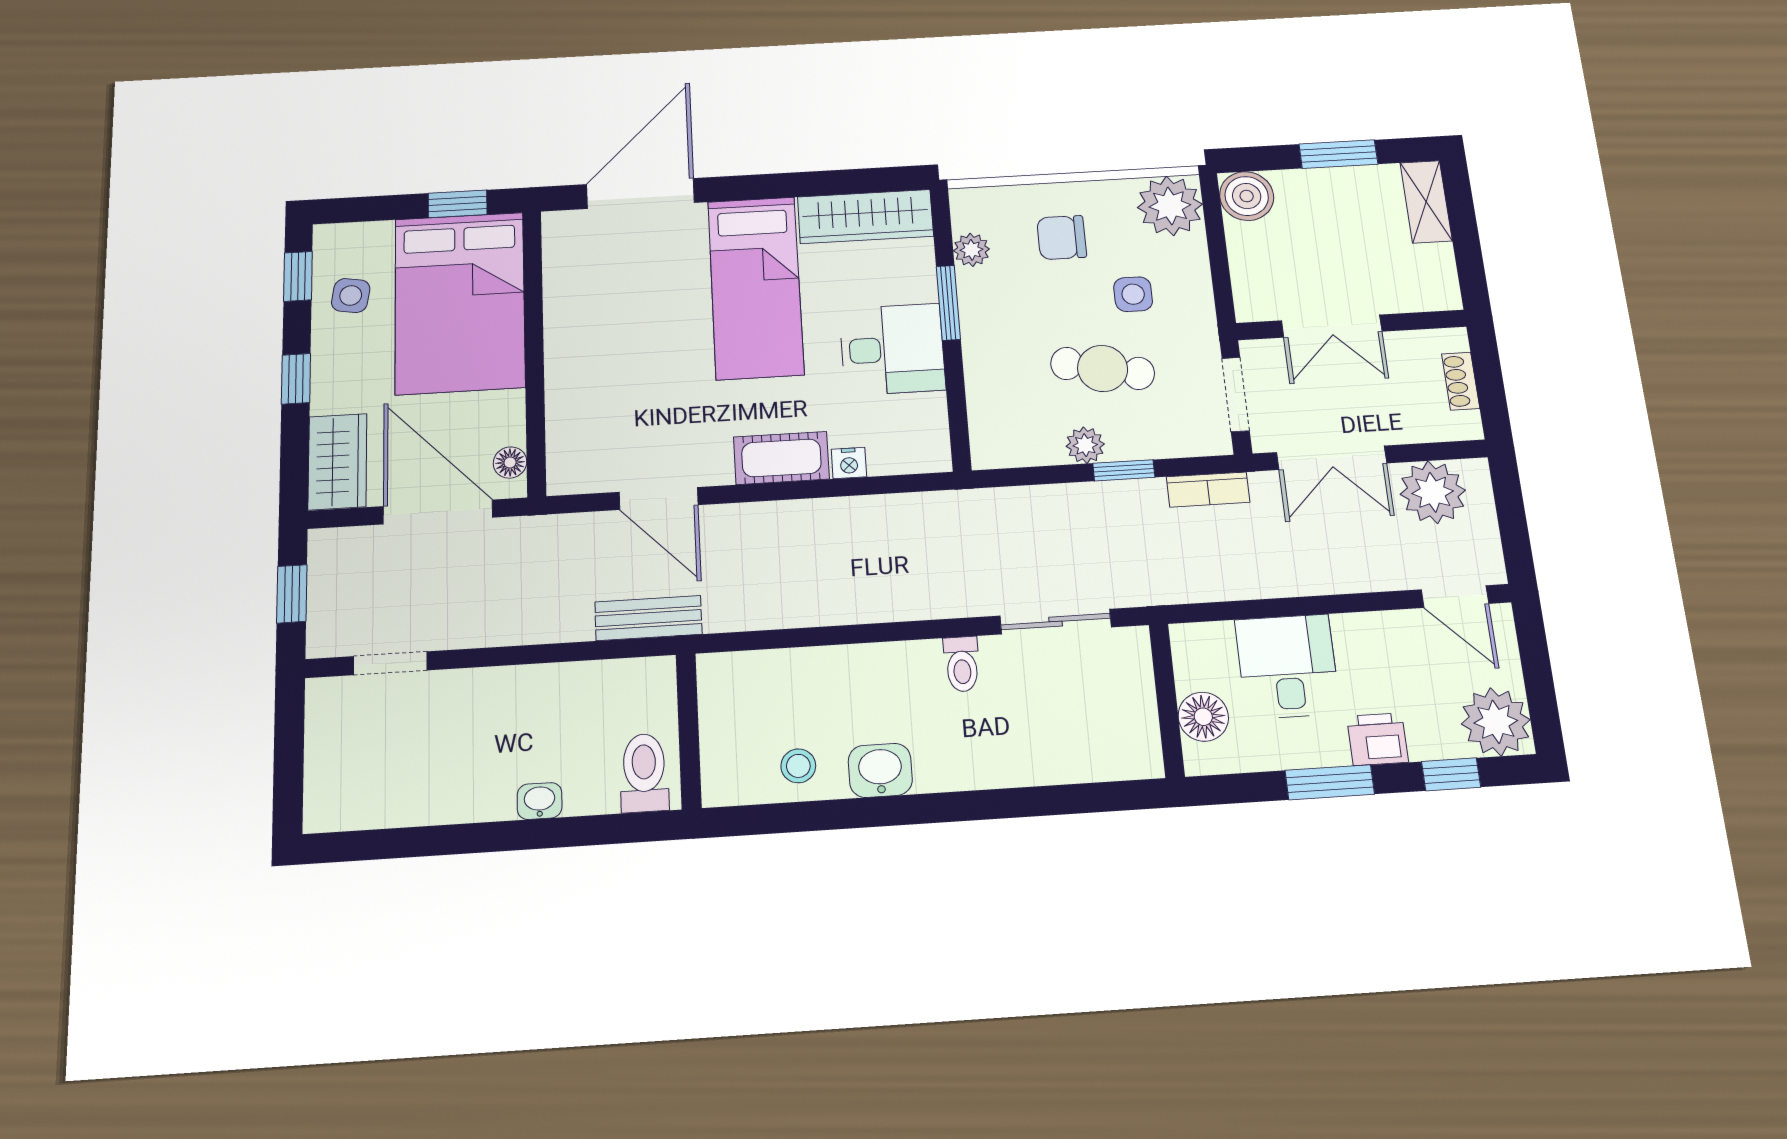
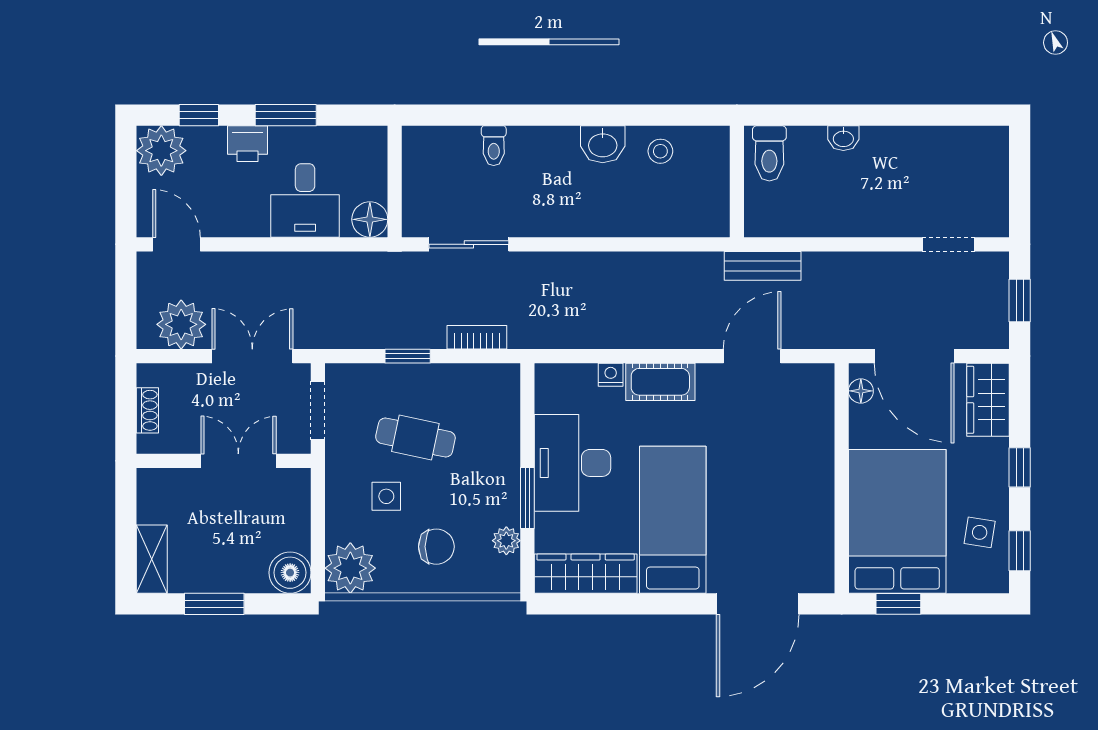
desk: (892, 349) -> (572, 463), width x1.37
plant: (1085, 445) -> (434, 377), removed
bookcase: (1208, 490) -> (477, 337), moved
door: (659, 499) -> (752, 356), hinge flipped
toilet: (962, 664) -> (494, 146), moved, turned 180
floor lamp: (1203, 717) -> (370, 219), moved

